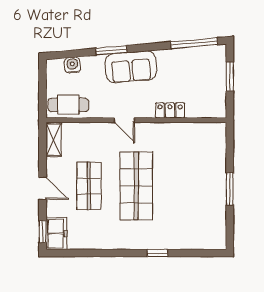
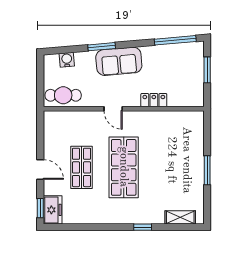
shelving: (54, 140) -> (180, 217), moved, turned 90

